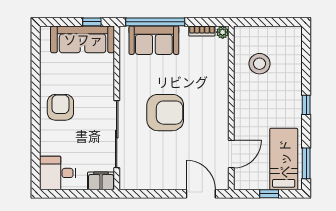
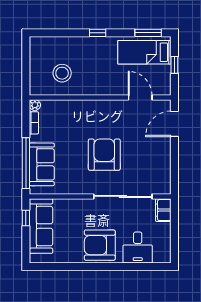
armchair: (60, 107) -> (100, 245), width x1.36, depth x1.36
desk: (58, 173) -> (138, 247), moved

